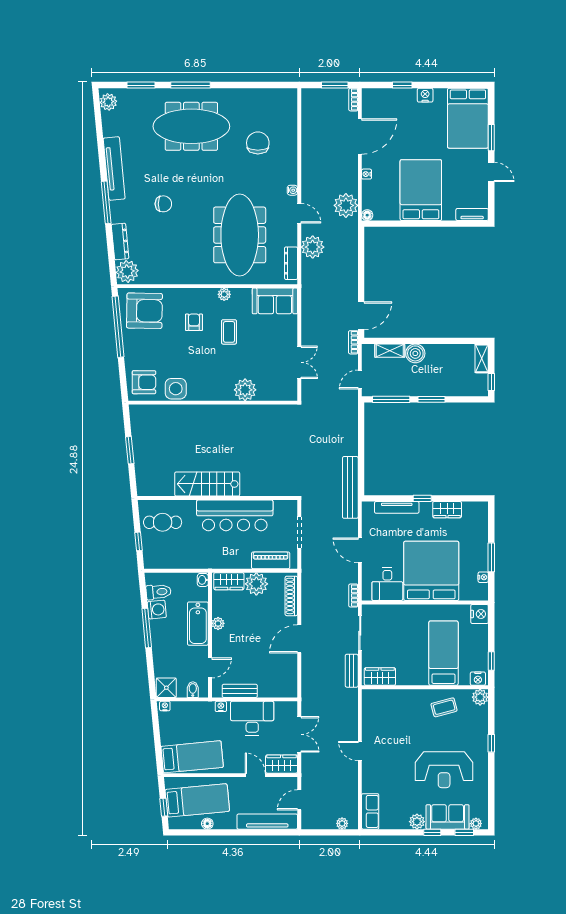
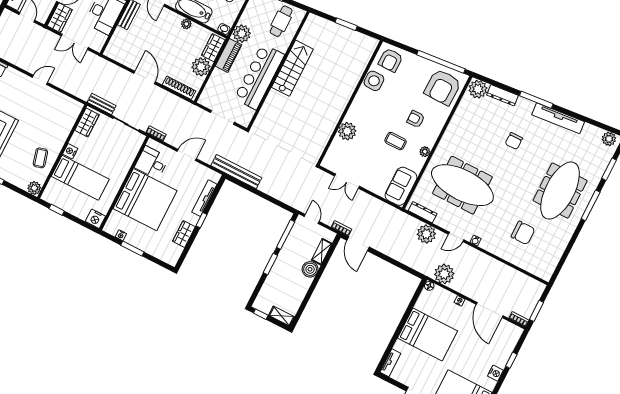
armchair: (194, 322) -> (416, 119), turned 180
plant: (198, 558) -> (242, 34), added
piano: (271, 560) -> (228, 55), moved
nightstand: (478, 679) -> (70, 151), moved

